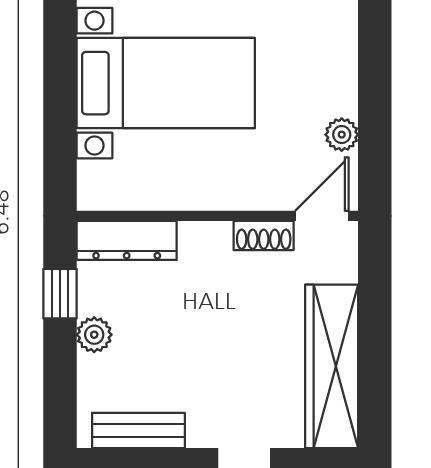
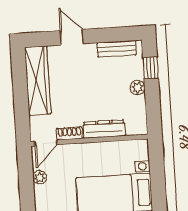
dresser: (127, 240) -> (104, 129), moved
window: (60, 294) -> (151, 68), moved

